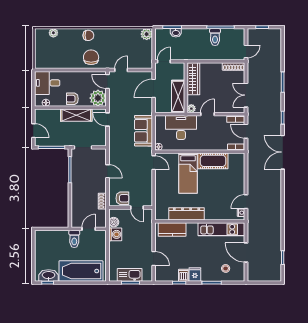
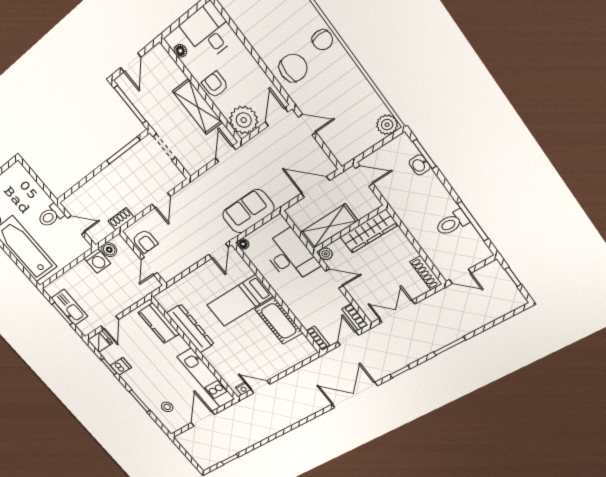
fridge: (195, 274) -> (100, 341), moved

